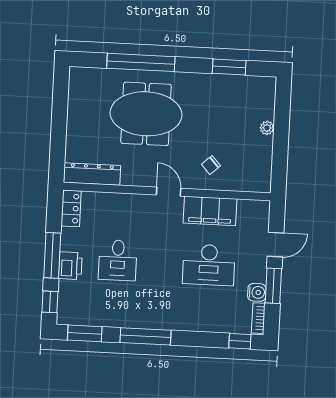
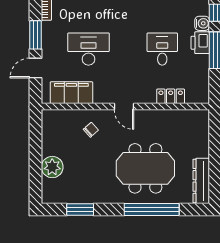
plant: (267, 128) -> (52, 167), width x1.87, depth x1.87
dresser: (92, 174) -> (201, 181), moved, turned 90
locker: (71, 208) -> (171, 96), moved, turned 90
filing cabinet: (210, 211) -> (71, 93), moved
water cooler: (257, 292) -> (202, 23), moved, turned 180

